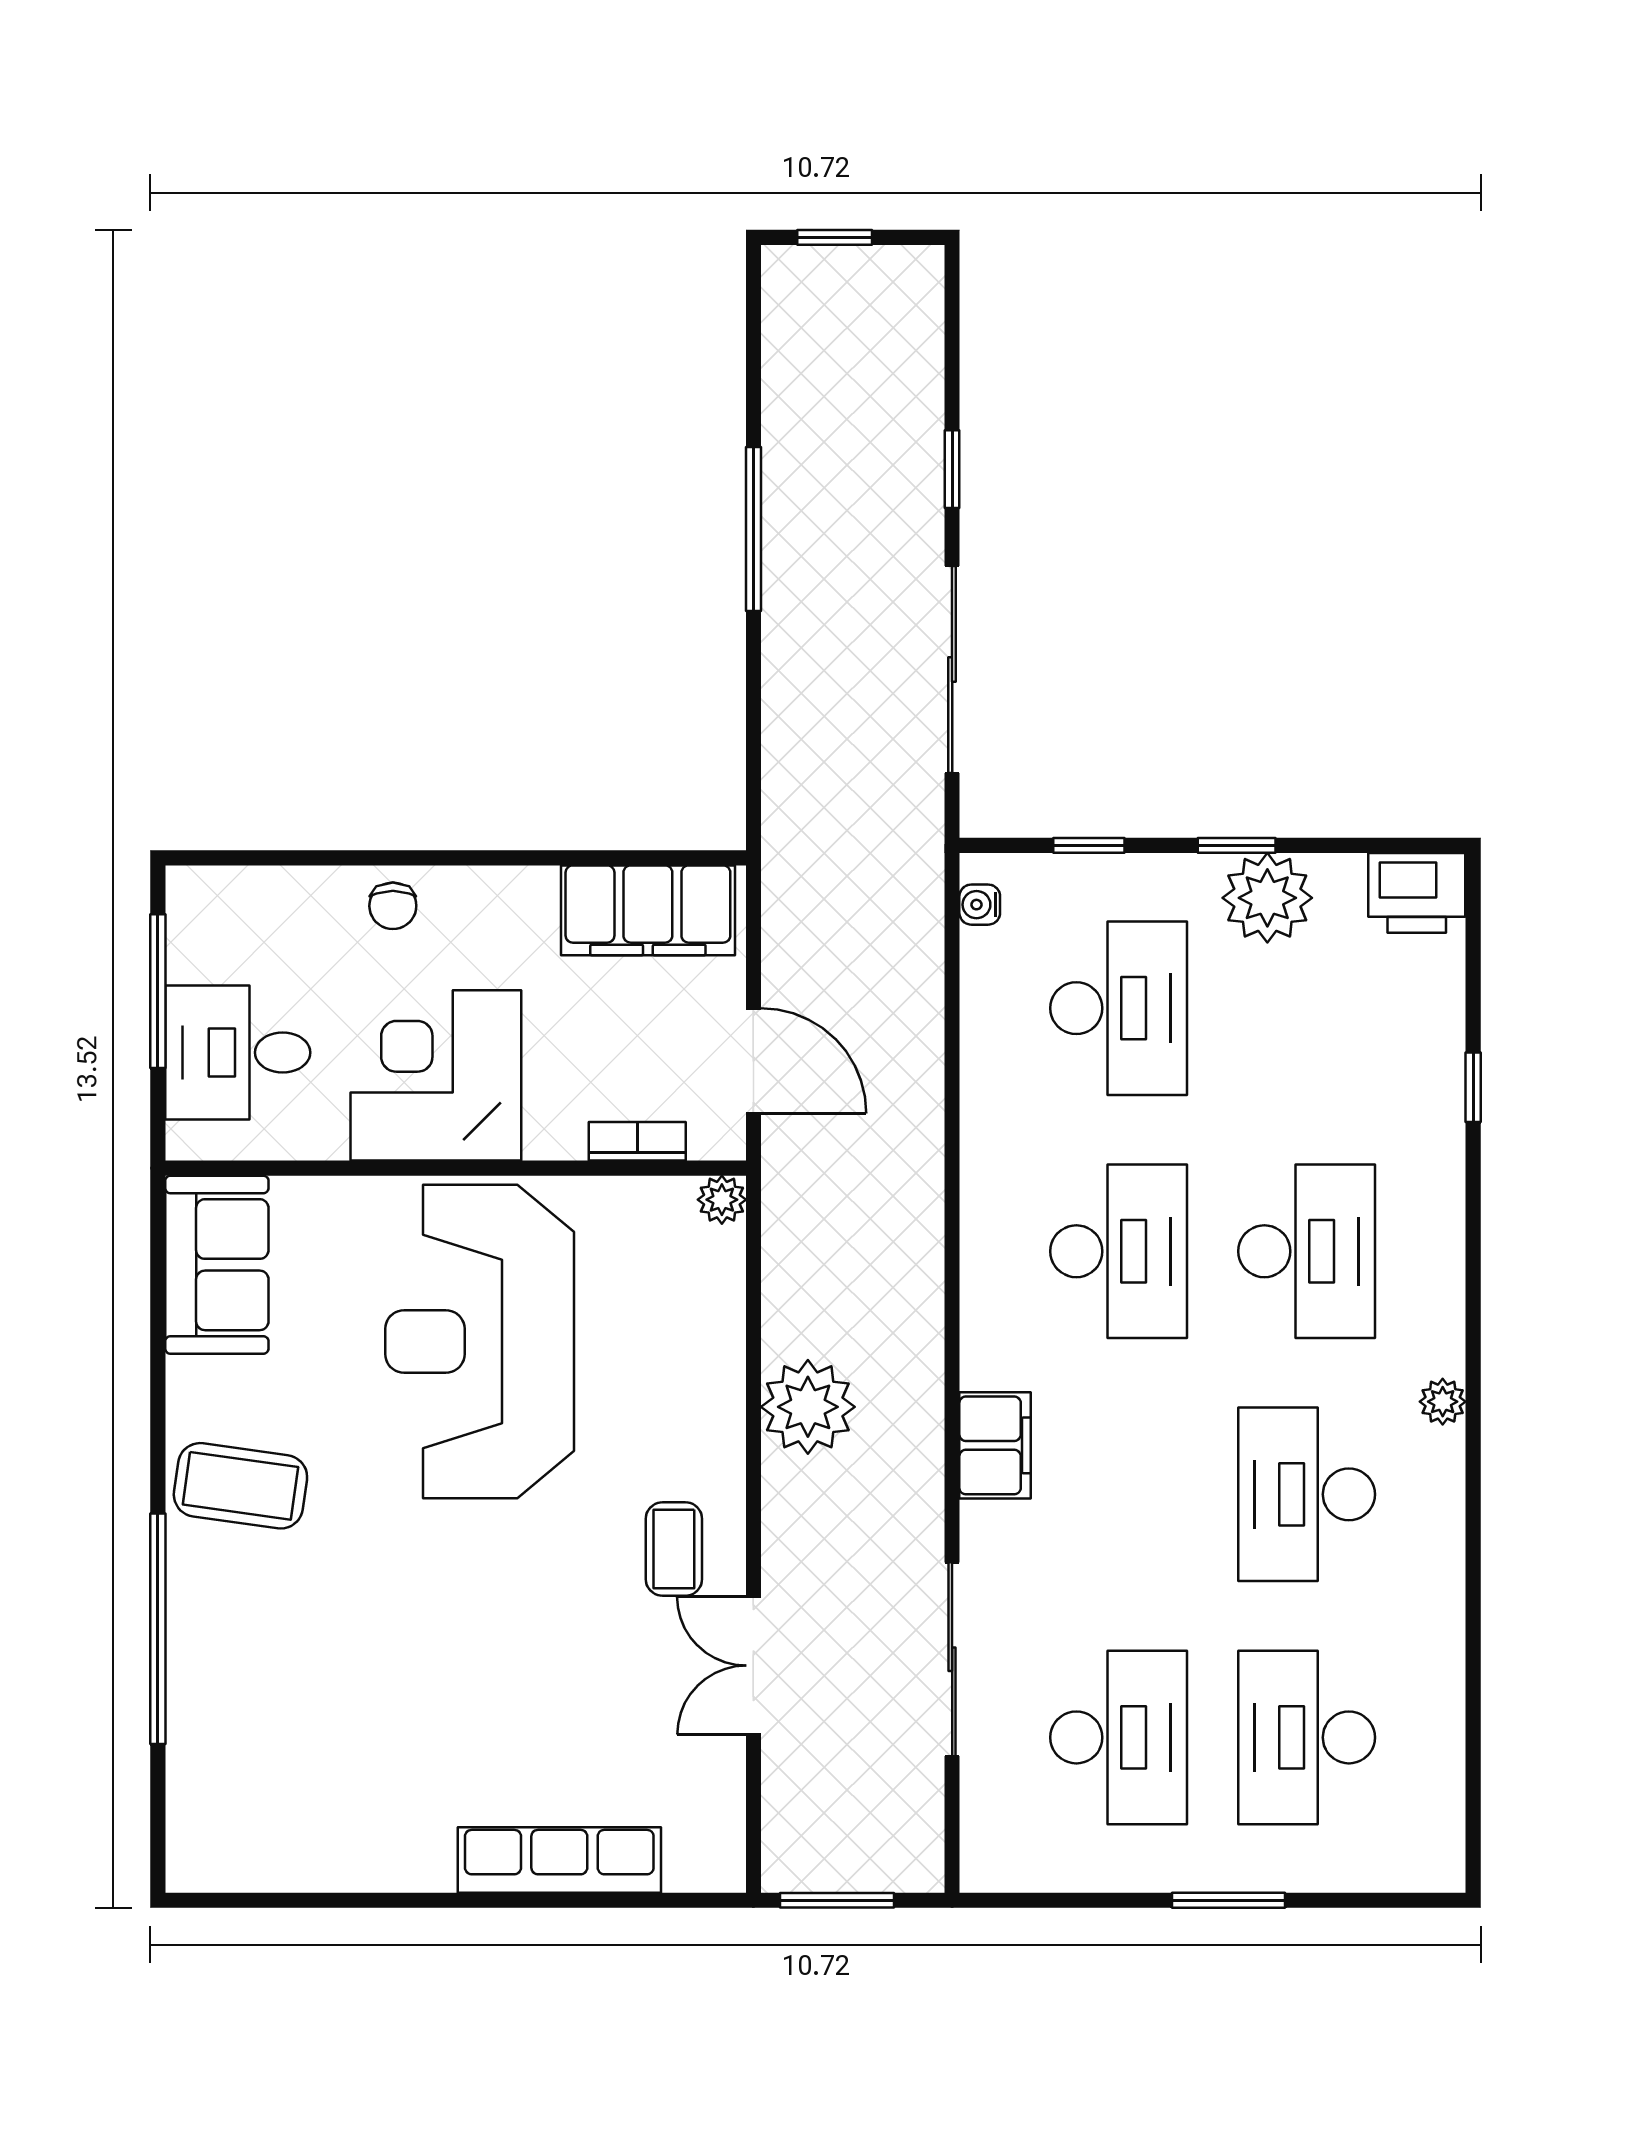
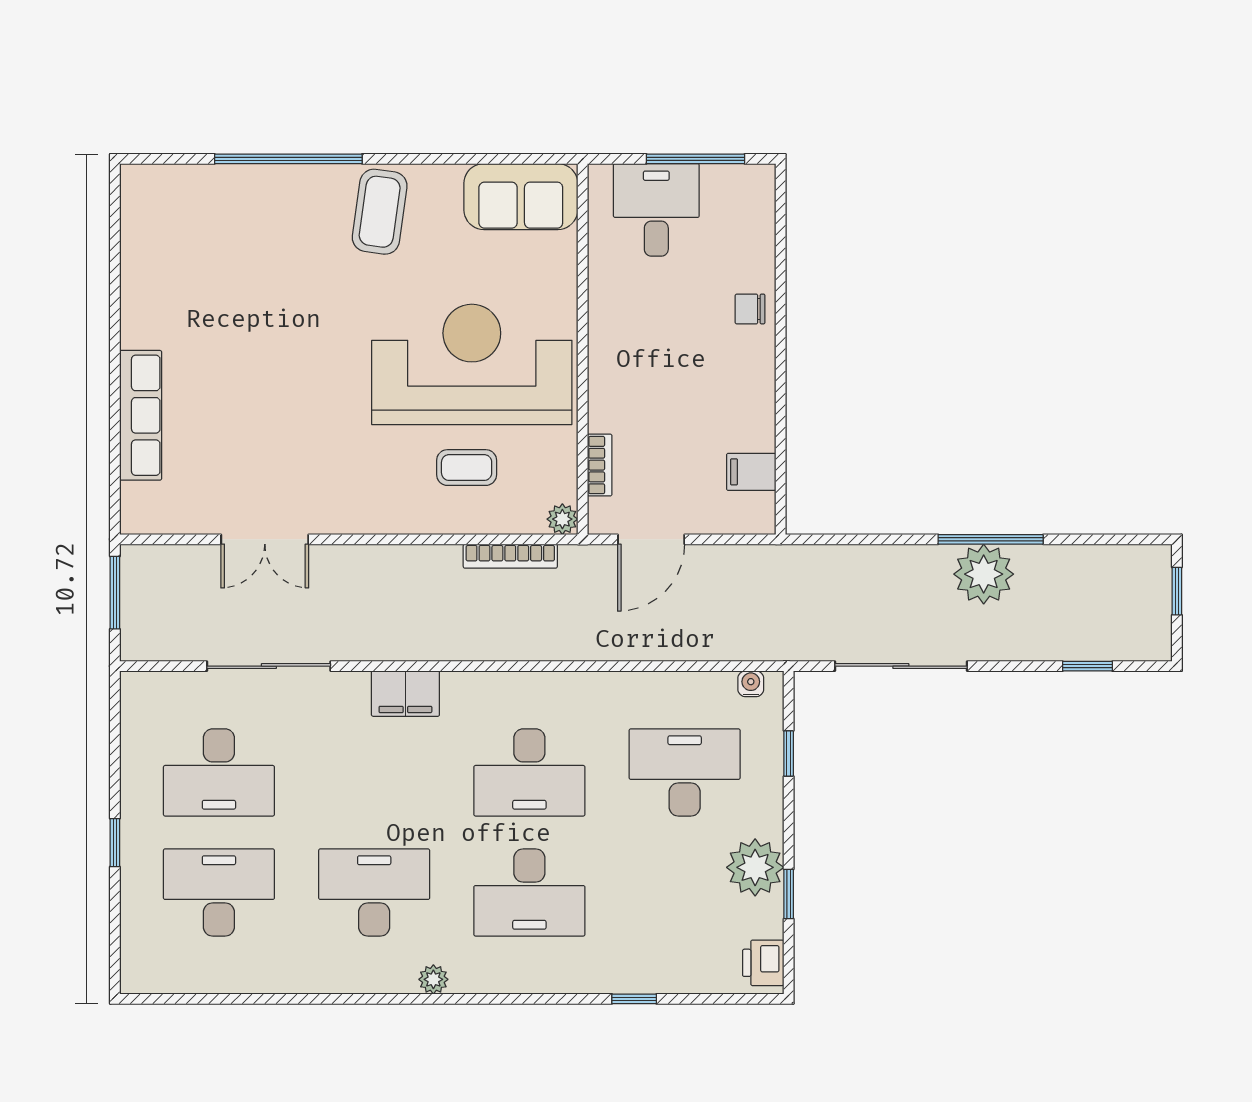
window: (952, 469) -> (1088, 666), moved
window: (1237, 845) -> (789, 894), moved
printer: (1417, 893) -> (763, 963), width x0.73, depth x0.81
filing cabinet: (648, 910) -> (751, 472), width x0.33, depth x0.86
desk: (1119, 1008) -> (685, 772), turned 180
corner desk: (436, 1075) -> (642, 336), removed
bookcase: (780, 1281) -> (510, 556), added
plant: (808, 1407) -> (984, 574), moved
coffee table: (674, 1549) -> (467, 468), moved
double door: (753, 1666) -> (265, 539), swing flipped
window: (1229, 1900) -> (115, 843), width x0.67

